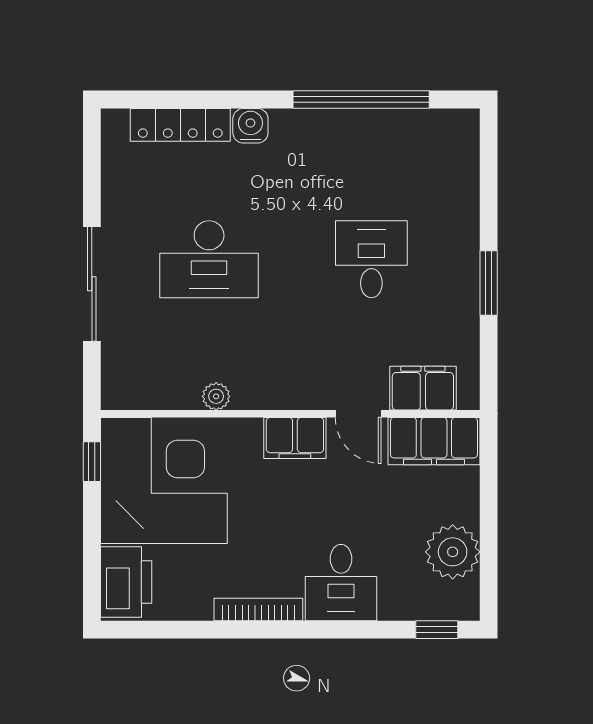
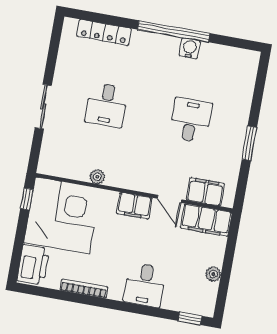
window: (361, 100) -> (174, 31), moved
water cooler: (250, 126) -> (190, 48), moved
desk: (209, 259) -> (106, 105), width x0.73
sliding door: (92, 284) -> (43, 107), width x0.73
plant: (453, 552) -> (213, 274), width x0.53, depth x0.53
bookcase: (258, 610) -> (84, 289), moved

